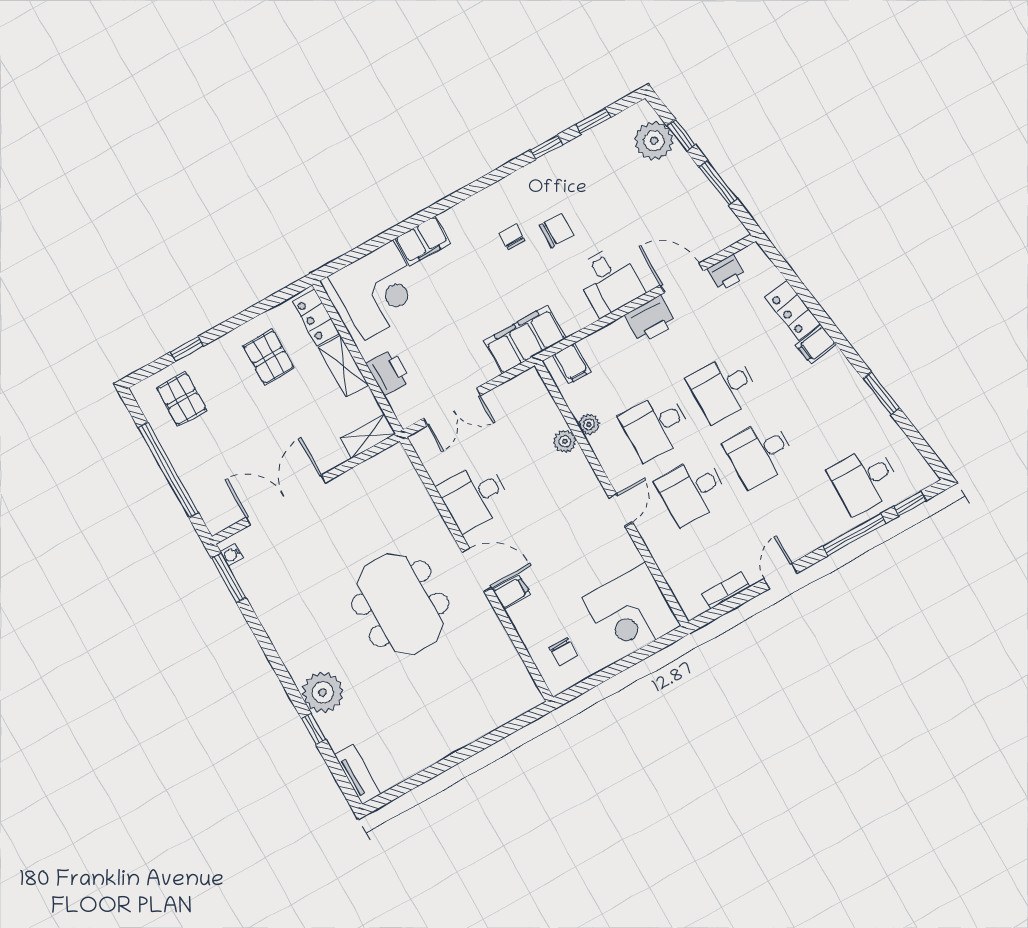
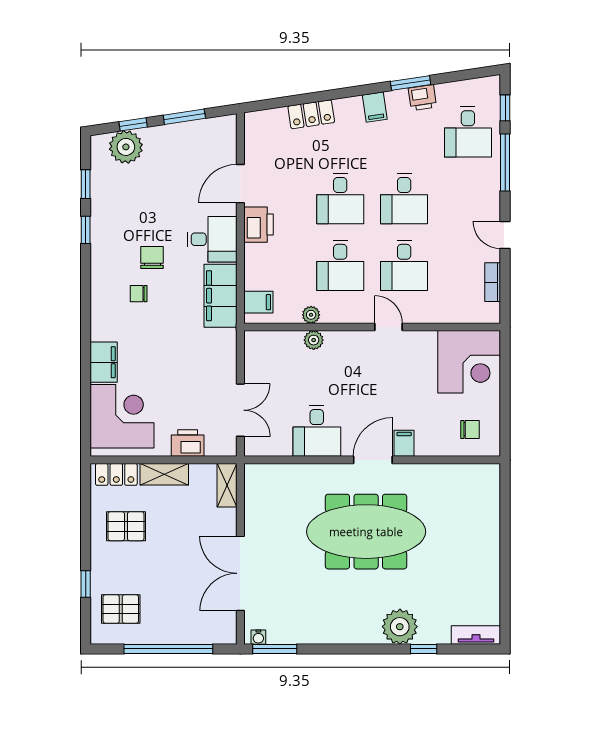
printer: (727, 273) -> (422, 98), moved, turned 82
filing cabinet: (525, 340) -> (221, 296), moved
filing cabinet: (816, 345) -> (375, 107), moved
meeting table: (400, 604) -> (366, 532), width x1.36

